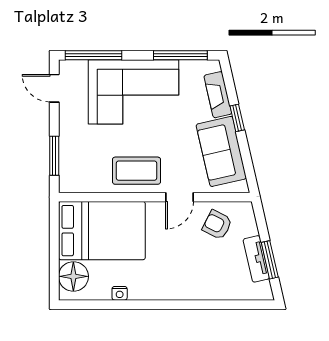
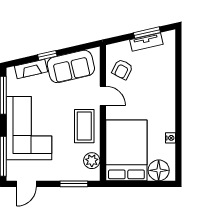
plant: (87, 181) -> (92, 161), added

